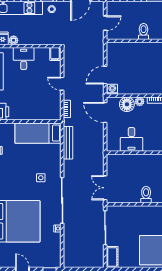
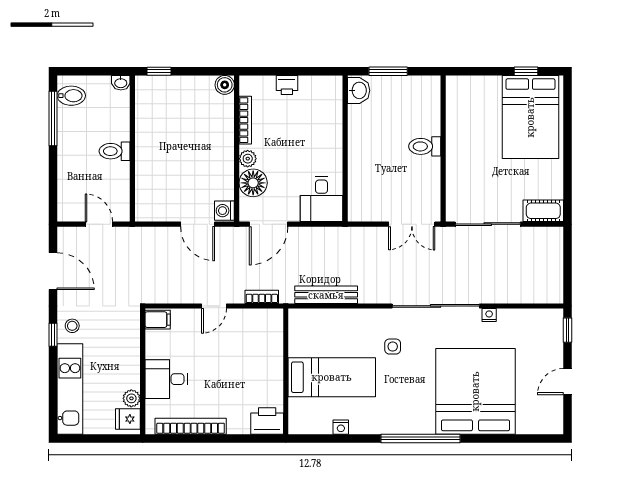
bed: (38, 133) -> (332, 377), moved, turned -90
desk: (131, 139) -> (321, 199), moved, turned 90

